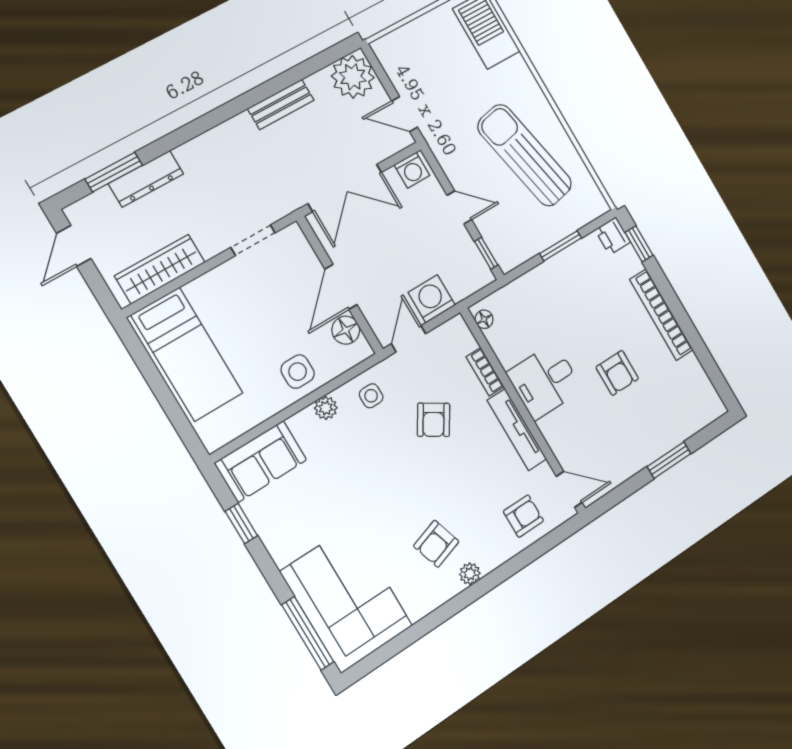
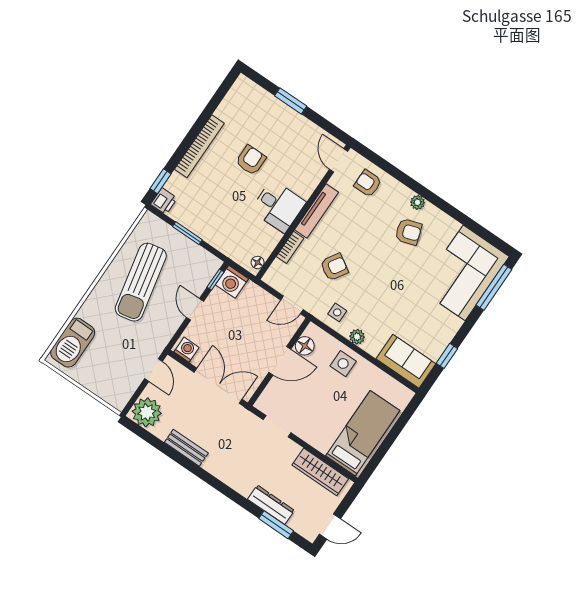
washing machine: (432, 299) -> (232, 282), moved

